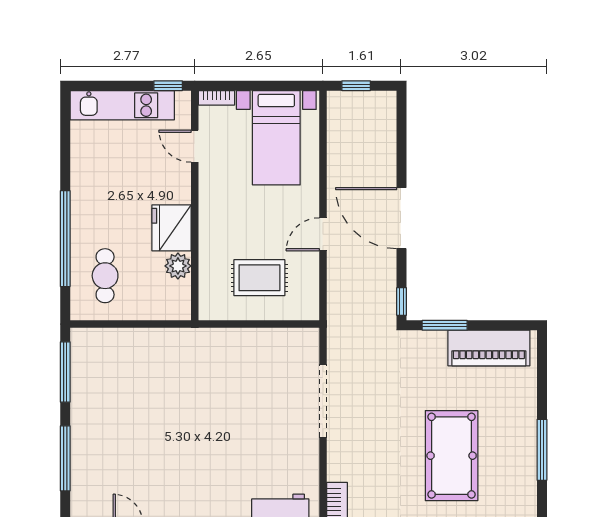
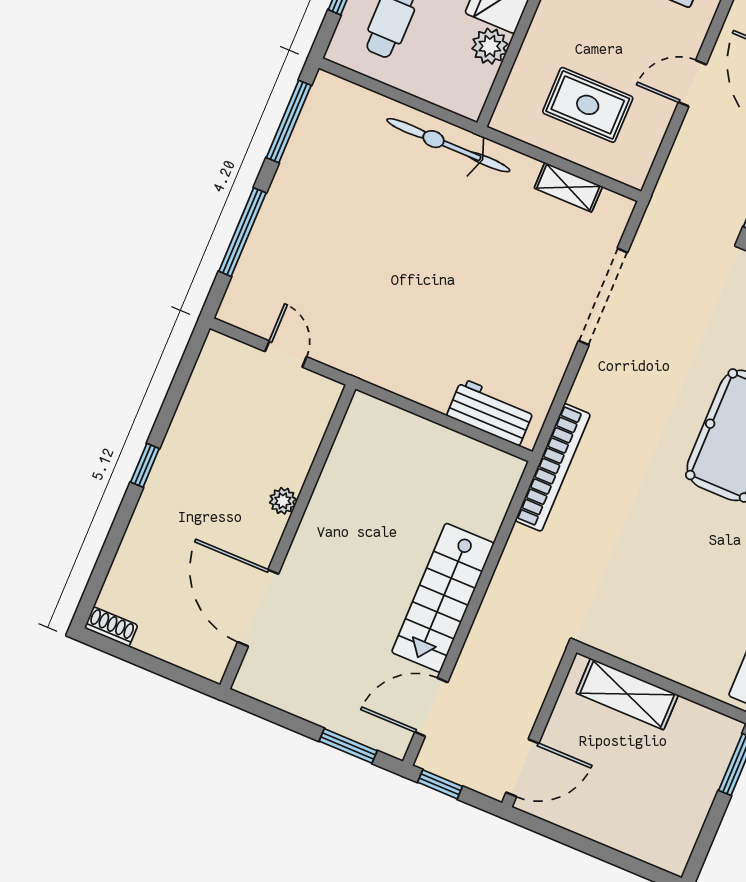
shelving: (269, 338) -> (568, 187), added
bicycle: (178, 343) -> (448, 145), added

